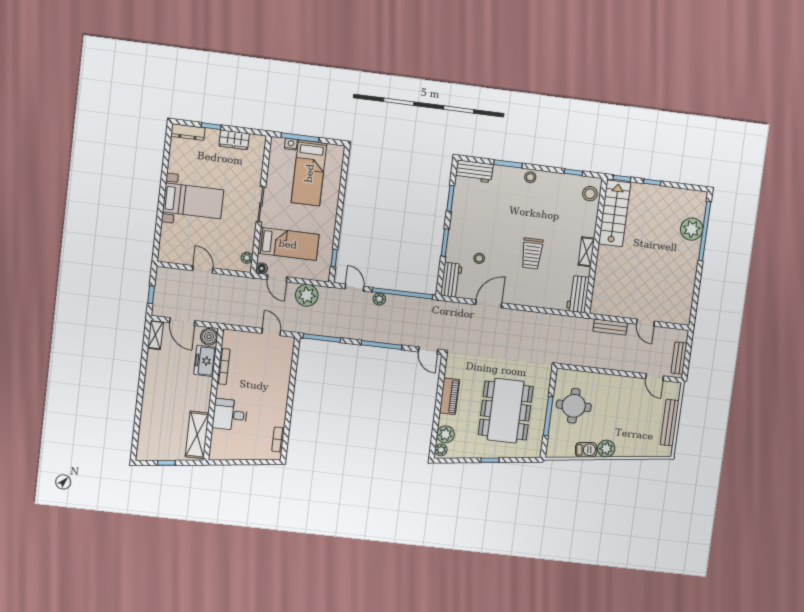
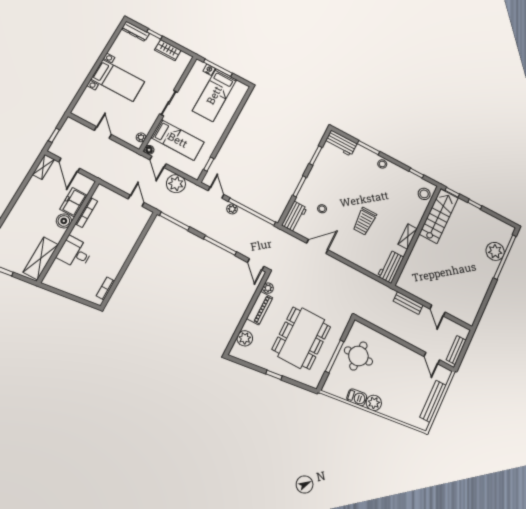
boiler: (209, 337) -> (64, 221), moved
plant: (441, 450) -> (268, 288), moved

